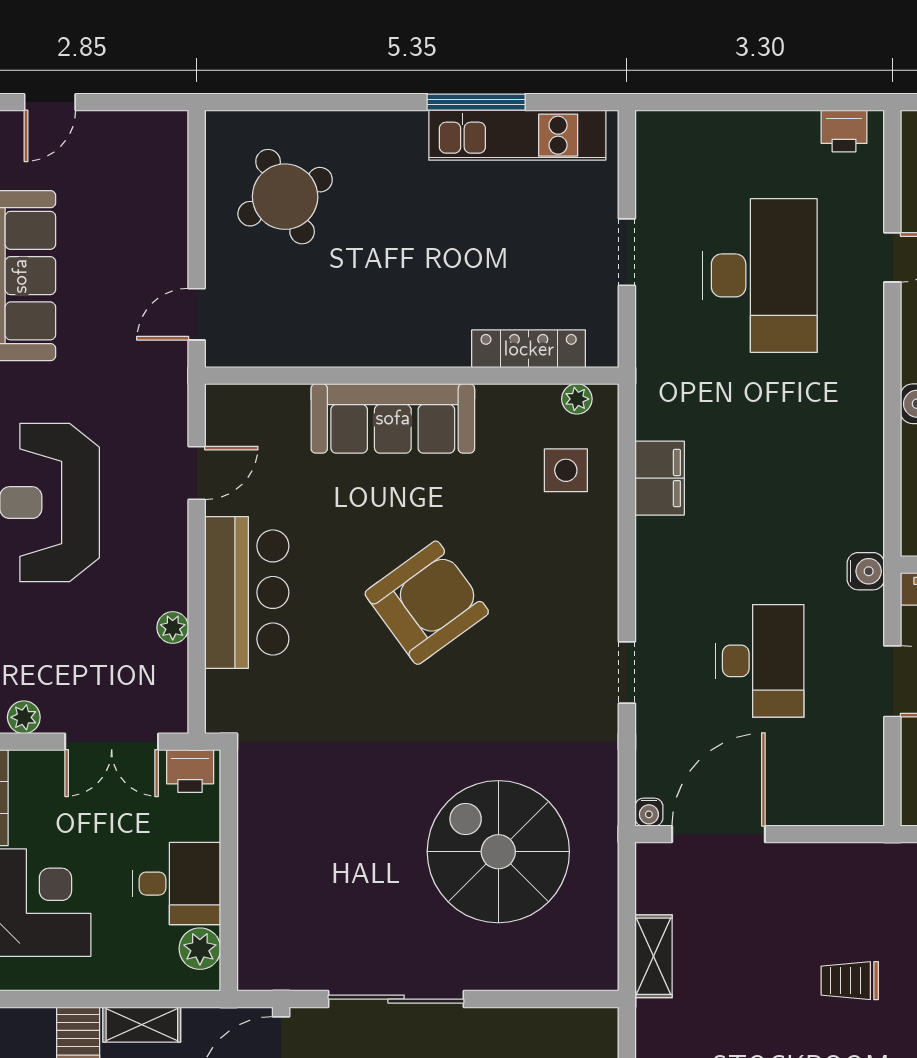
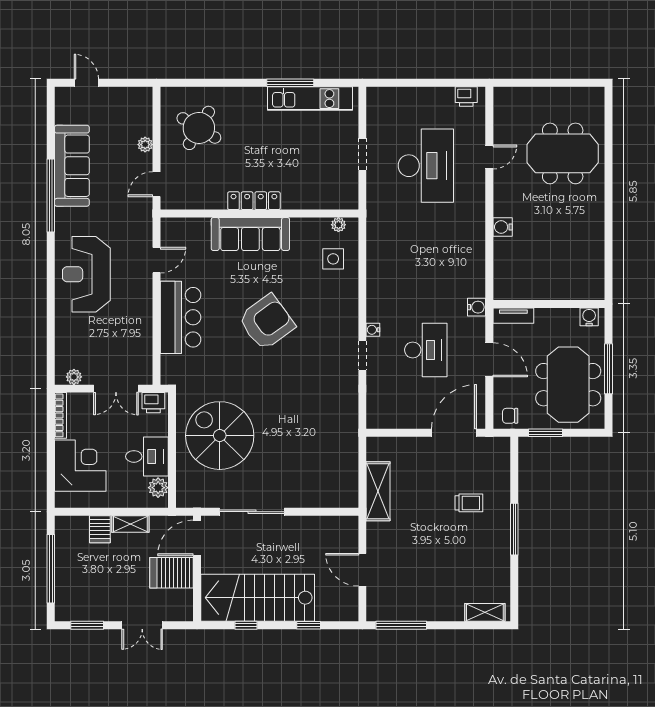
door: (50, 102) -> (86, 83), swing flipped
round table: (285, 197) -> (199, 128), turned -33
locker: (529, 349) -> (254, 201), moved
filing cabinet: (660, 478) -> (378, 263), removed
plant: (173, 628) -> (145, 145), moved
water cooler: (649, 812) -> (373, 330), moved, turned 90
door: (719, 834) -> (454, 433), moved
spiral stairs: (498, 852) -> (220, 436), moved
shelving: (654, 956) -> (378, 491), width x1.50, depth x1.33
trolley: (850, 981) -> (469, 503), turned 180

